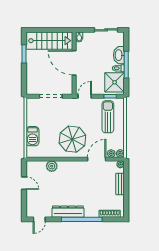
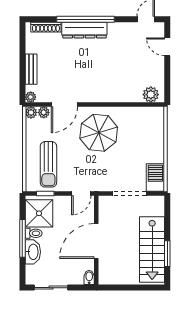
stairs: (49, 41) -> (152, 249), moved, turned -90
door: (74, 63) -> (96, 241), swing flipped
barbecue: (32, 136) -> (155, 177), moved
plant: (52, 166) -> (151, 95), moved
door: (24, 183) -> (167, 47), moved
dresser: (68, 212) -> (84, 30), moved

